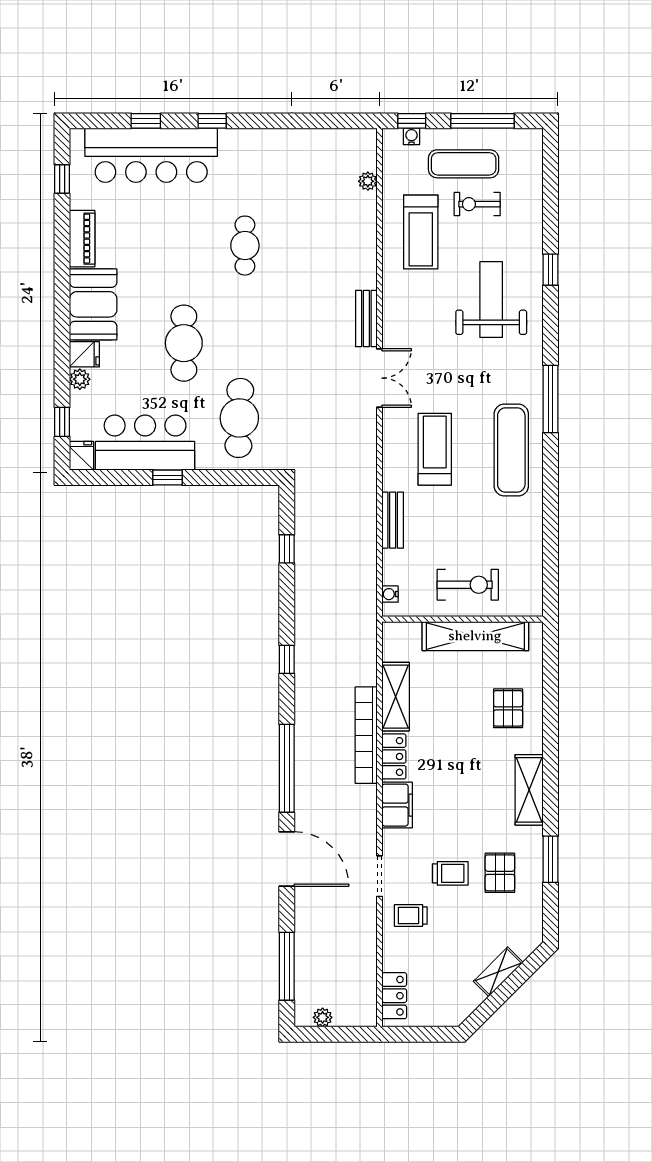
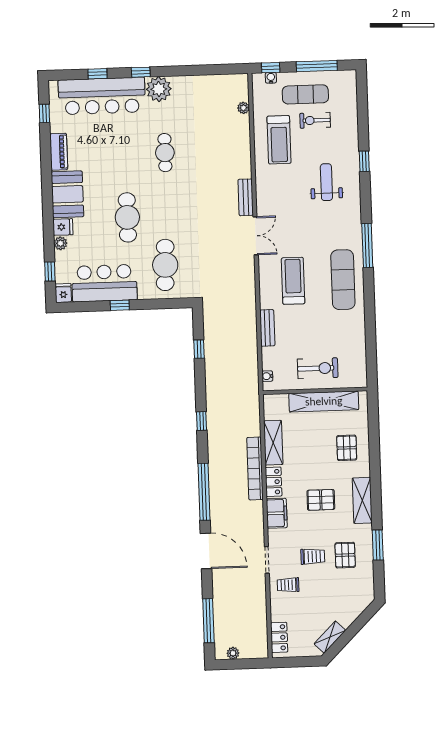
plant: (239, 148) -> (159, 89), added
weight bench: (491, 300) -> (326, 182), width x0.73, depth x0.75
pallet: (466, 787) -> (321, 500), added
shelving: (498, 972) -> (330, 637), moved

